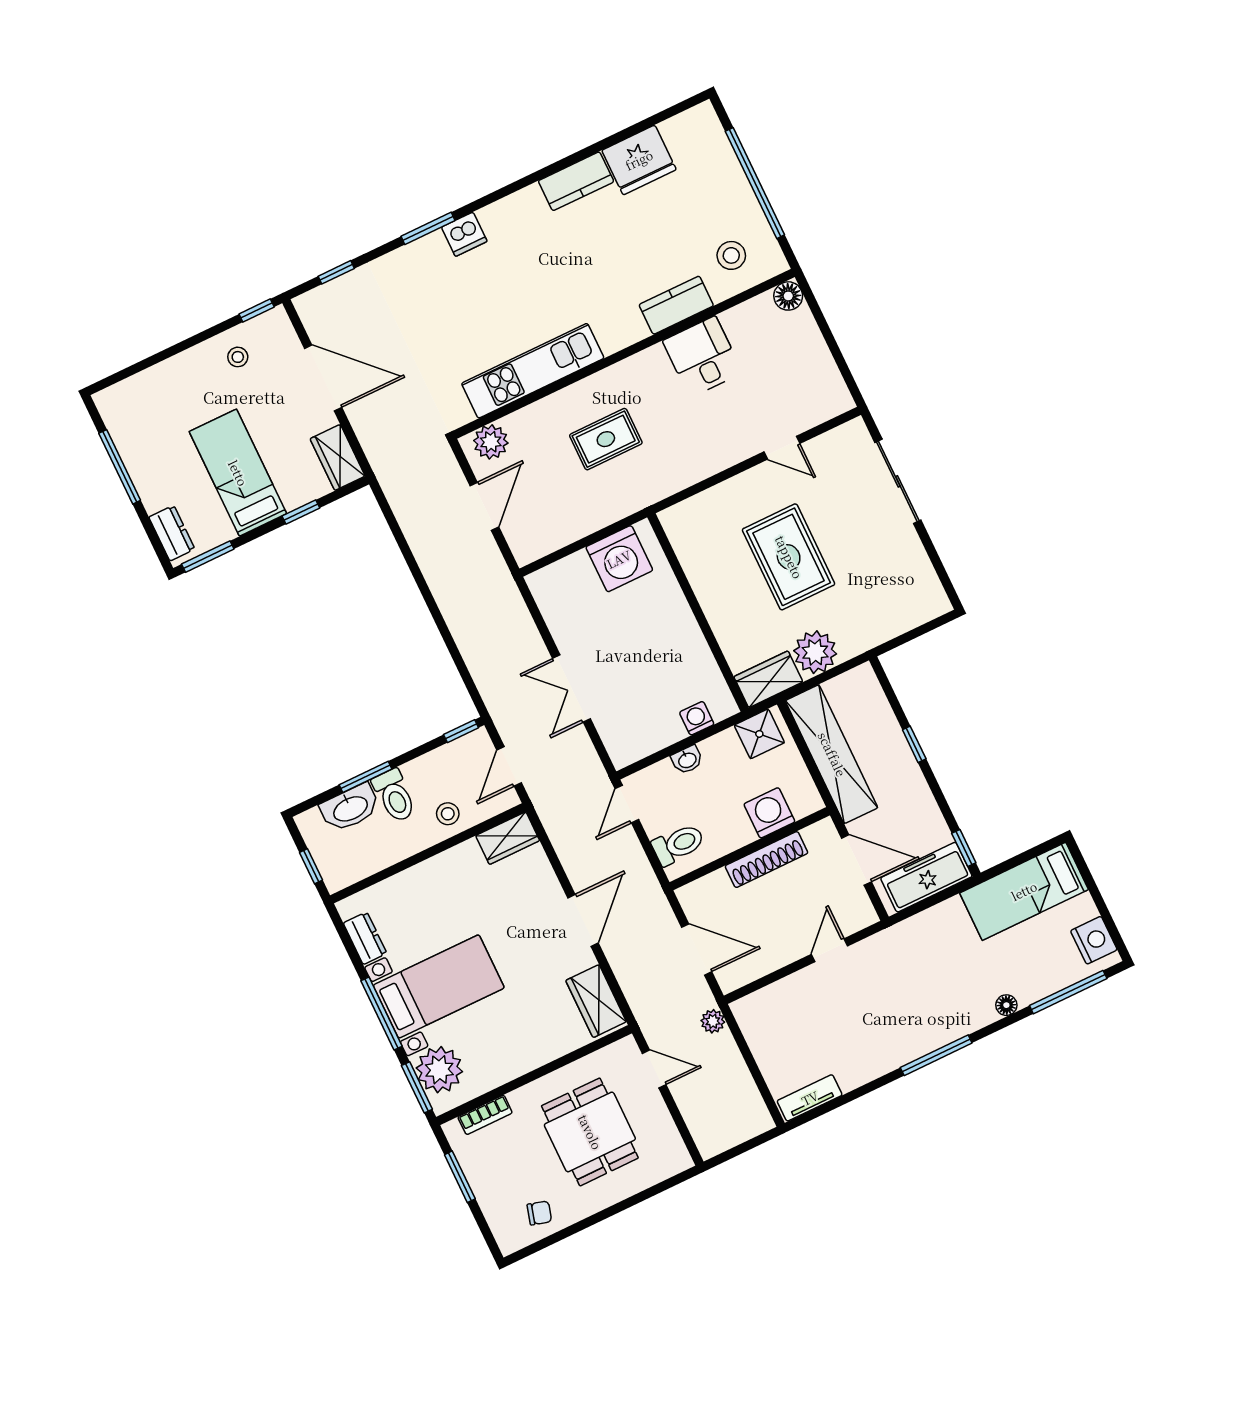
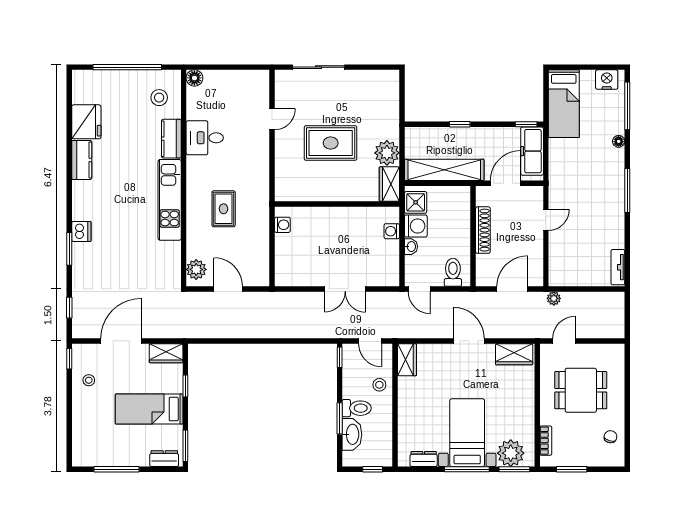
kitchen unit: (533, 371) -> (170, 200), moved
washing machine: (619, 559) -> (282, 225), width x0.53, depth x0.53
washing machine: (769, 813) -> (416, 226), moved, turned 180
door: (830, 950) -> (546, 220), swing flipped

